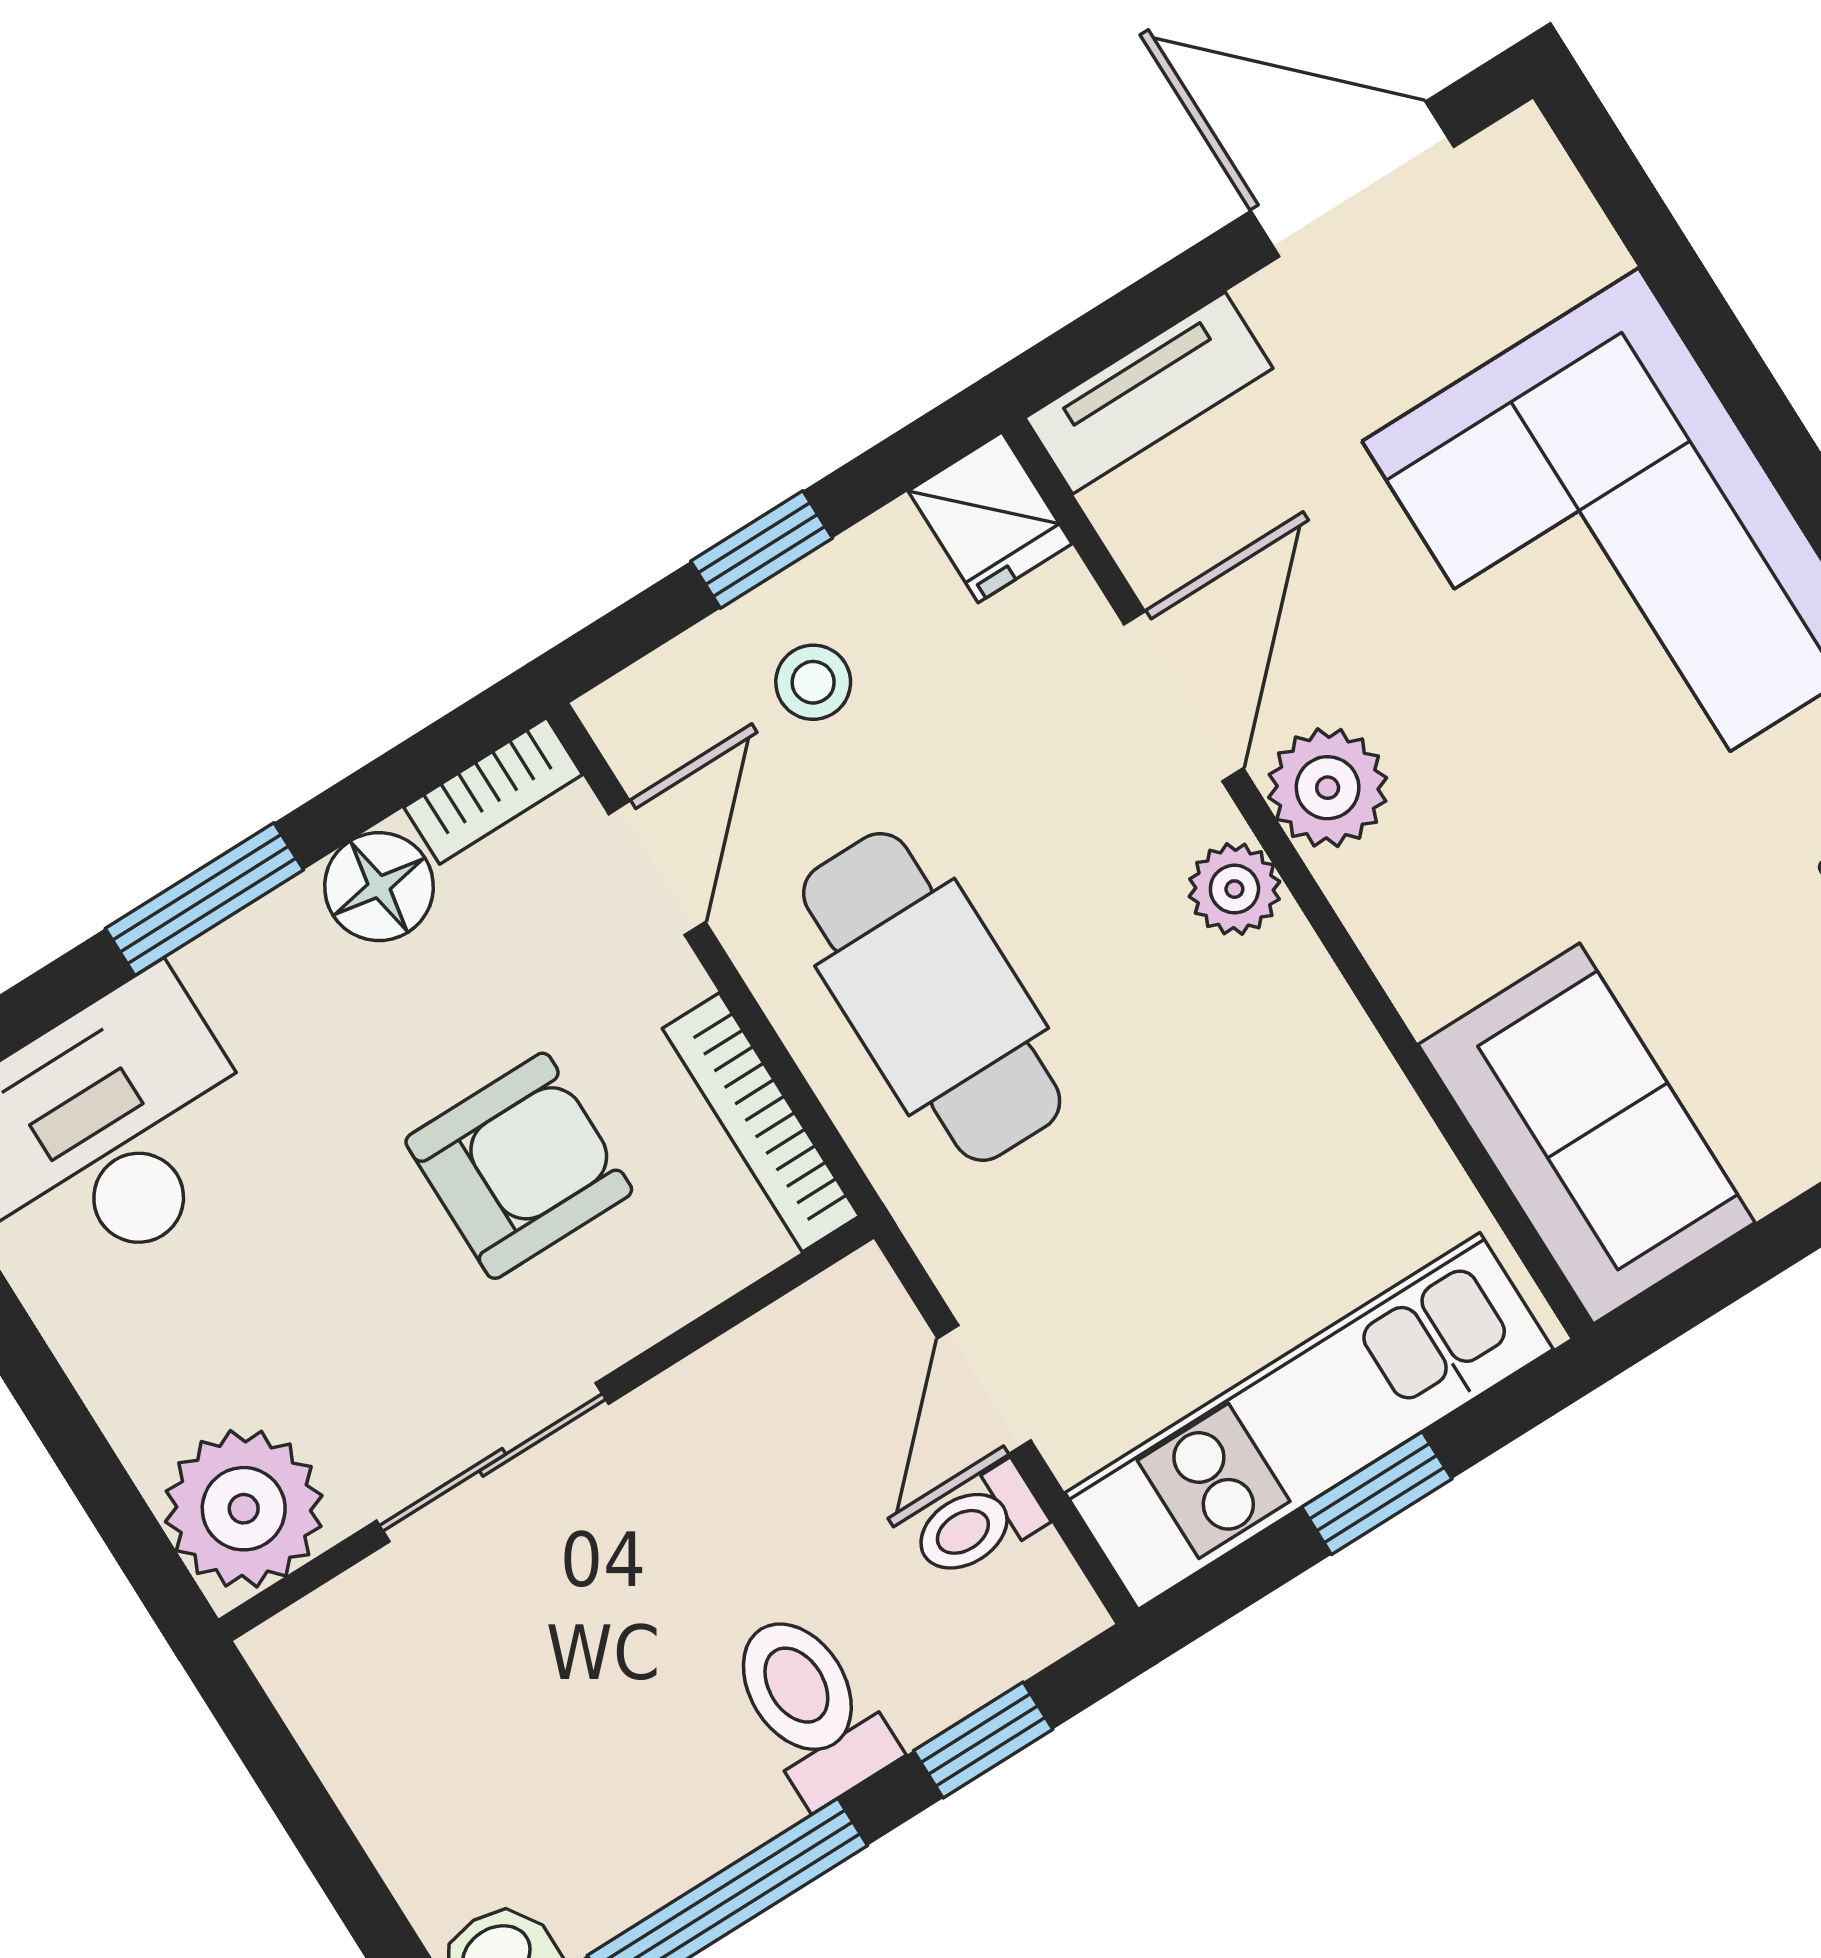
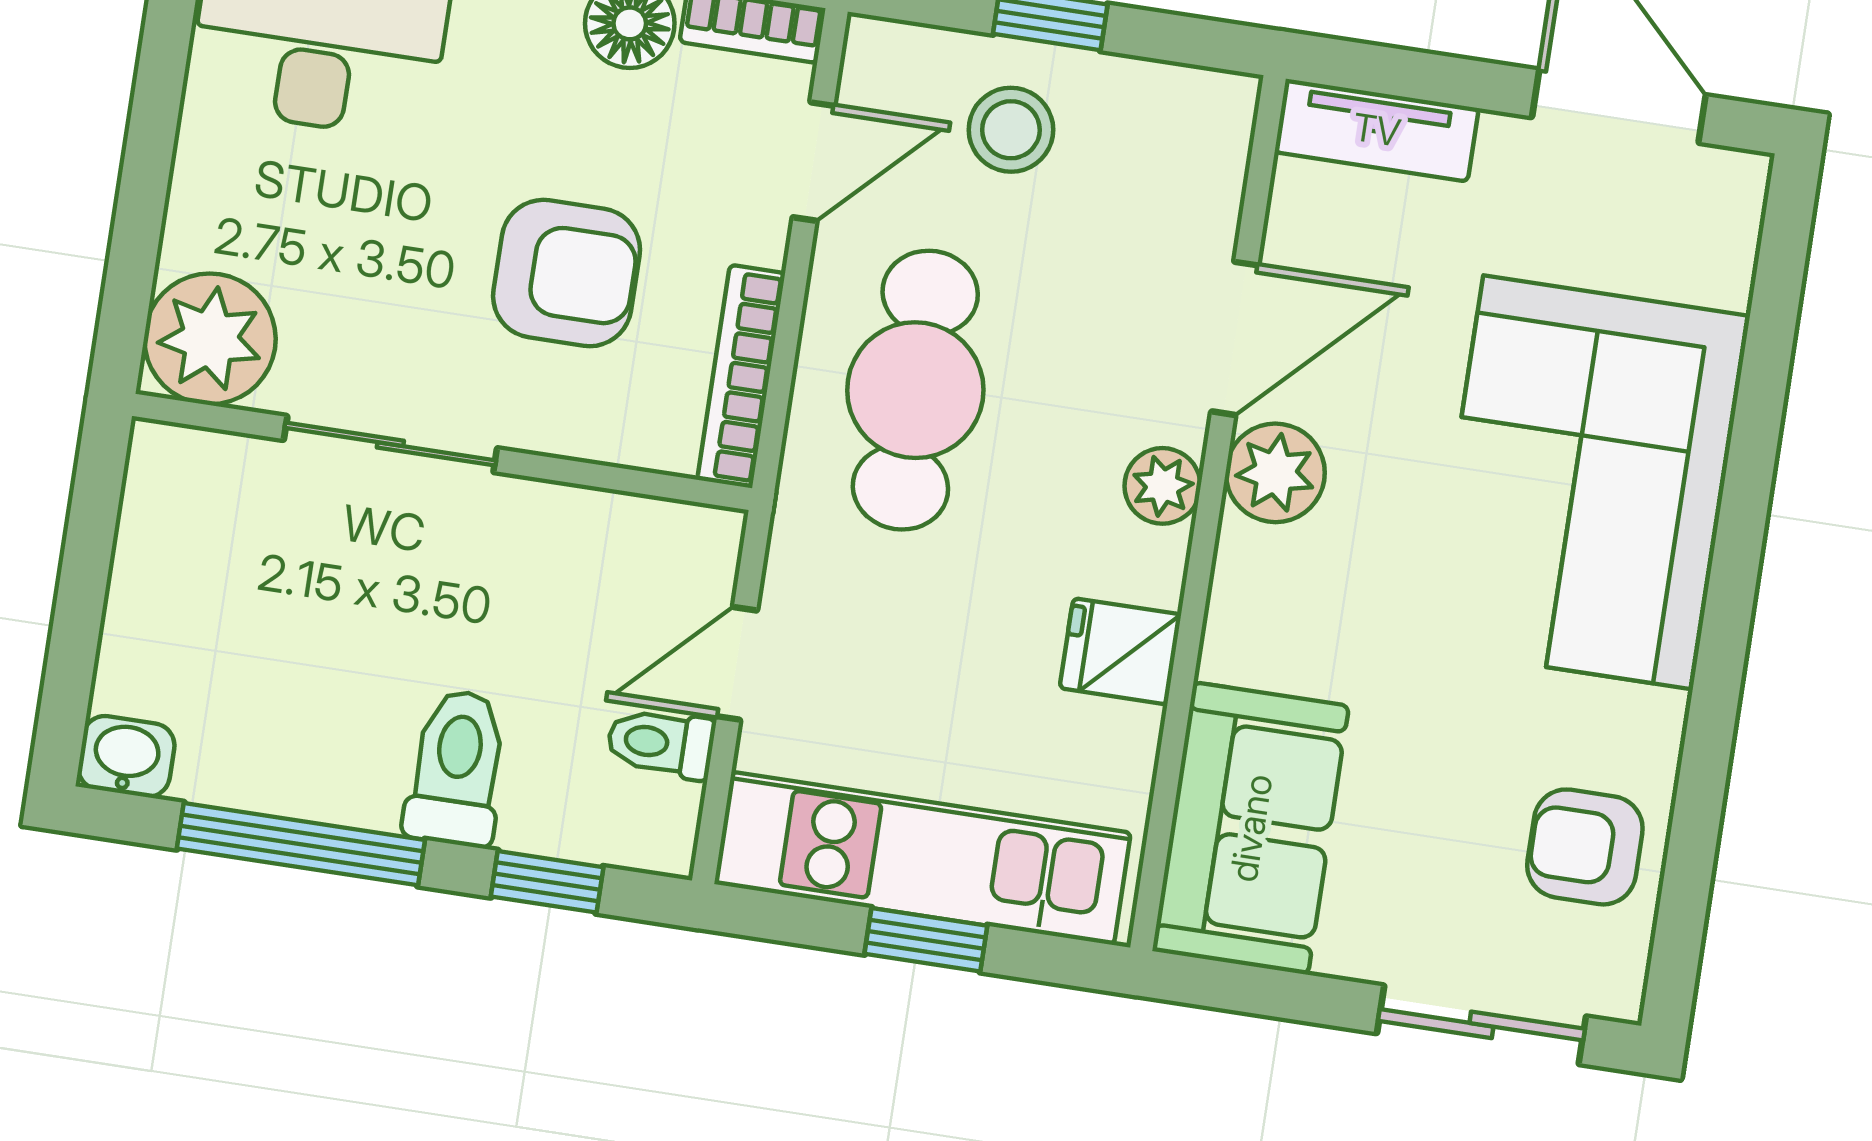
fridge: (990, 517) -> (1120, 651), moved, turned 90
stool: (813, 682) -> (1011, 130), width x1.37, depth x1.37

